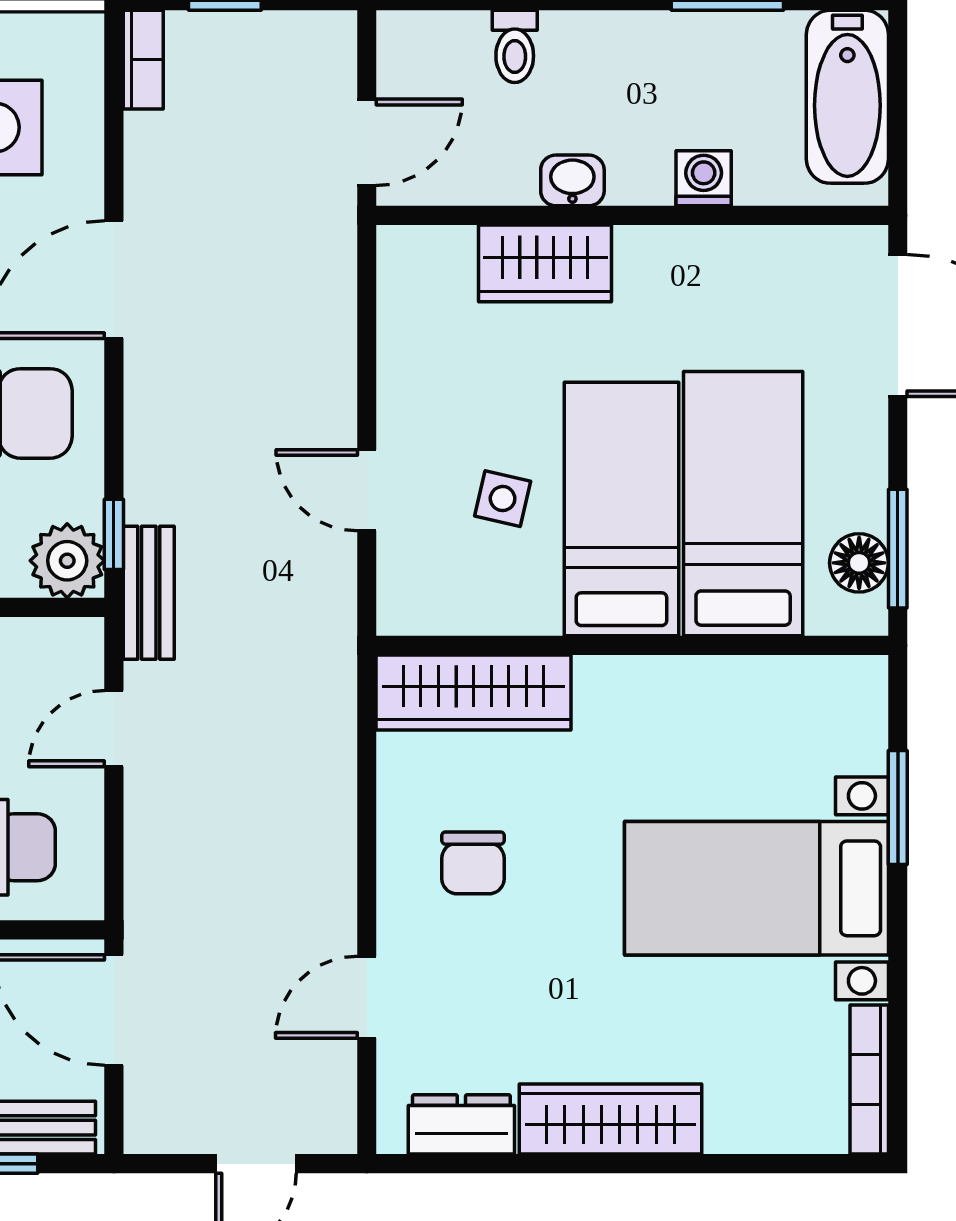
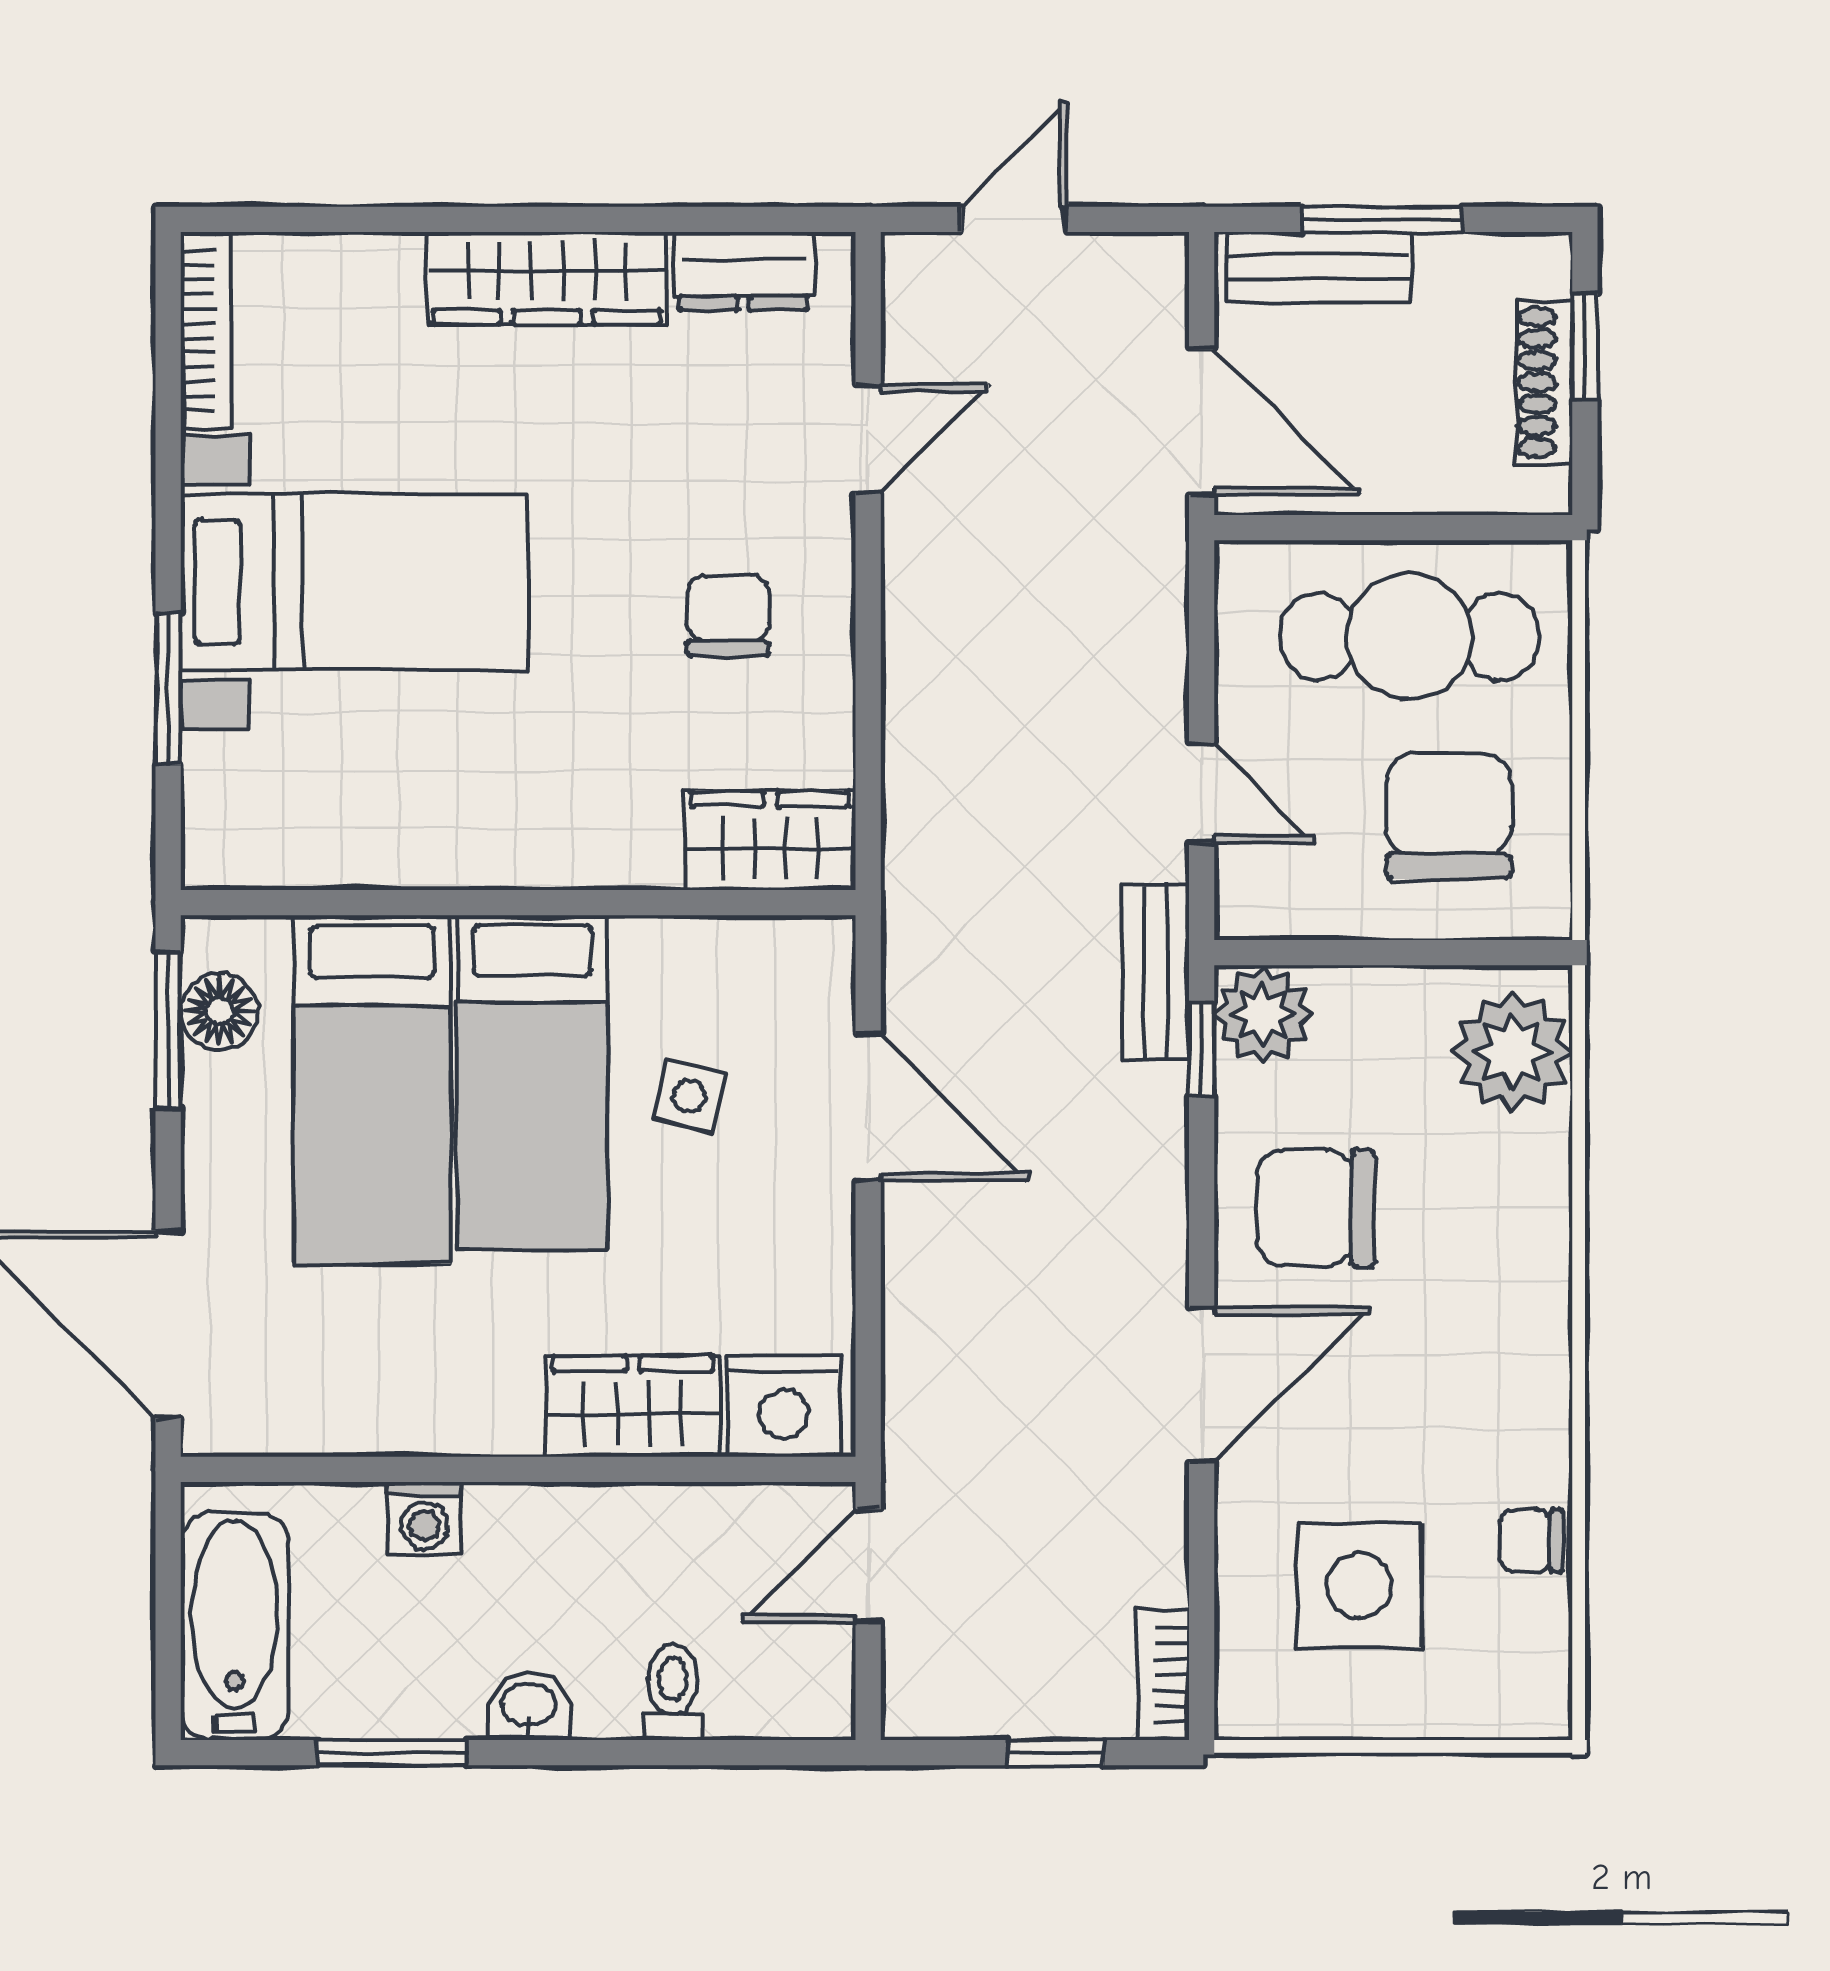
washbasin: (572, 180) -> (528, 1707), moved, turned 180
nightstand: (431, 263) -> (784, 1406), added
door: (367, 490) -> (868, 1107), width x1.38
wardrobe: (474, 692) -> (770, 841), width x0.67
door: (114, 729) -> (1202, 793), hinge flipped

